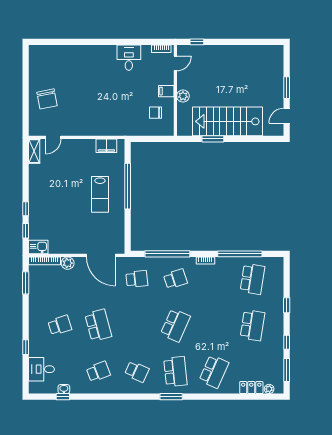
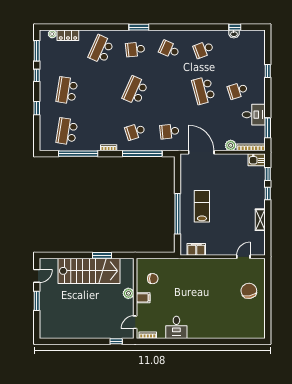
shelving: (34, 151) -> (260, 220), moved
desk: (41, 369) -> (254, 115), moved
school desk: (175, 372) -> (135, 49), width x0.54

